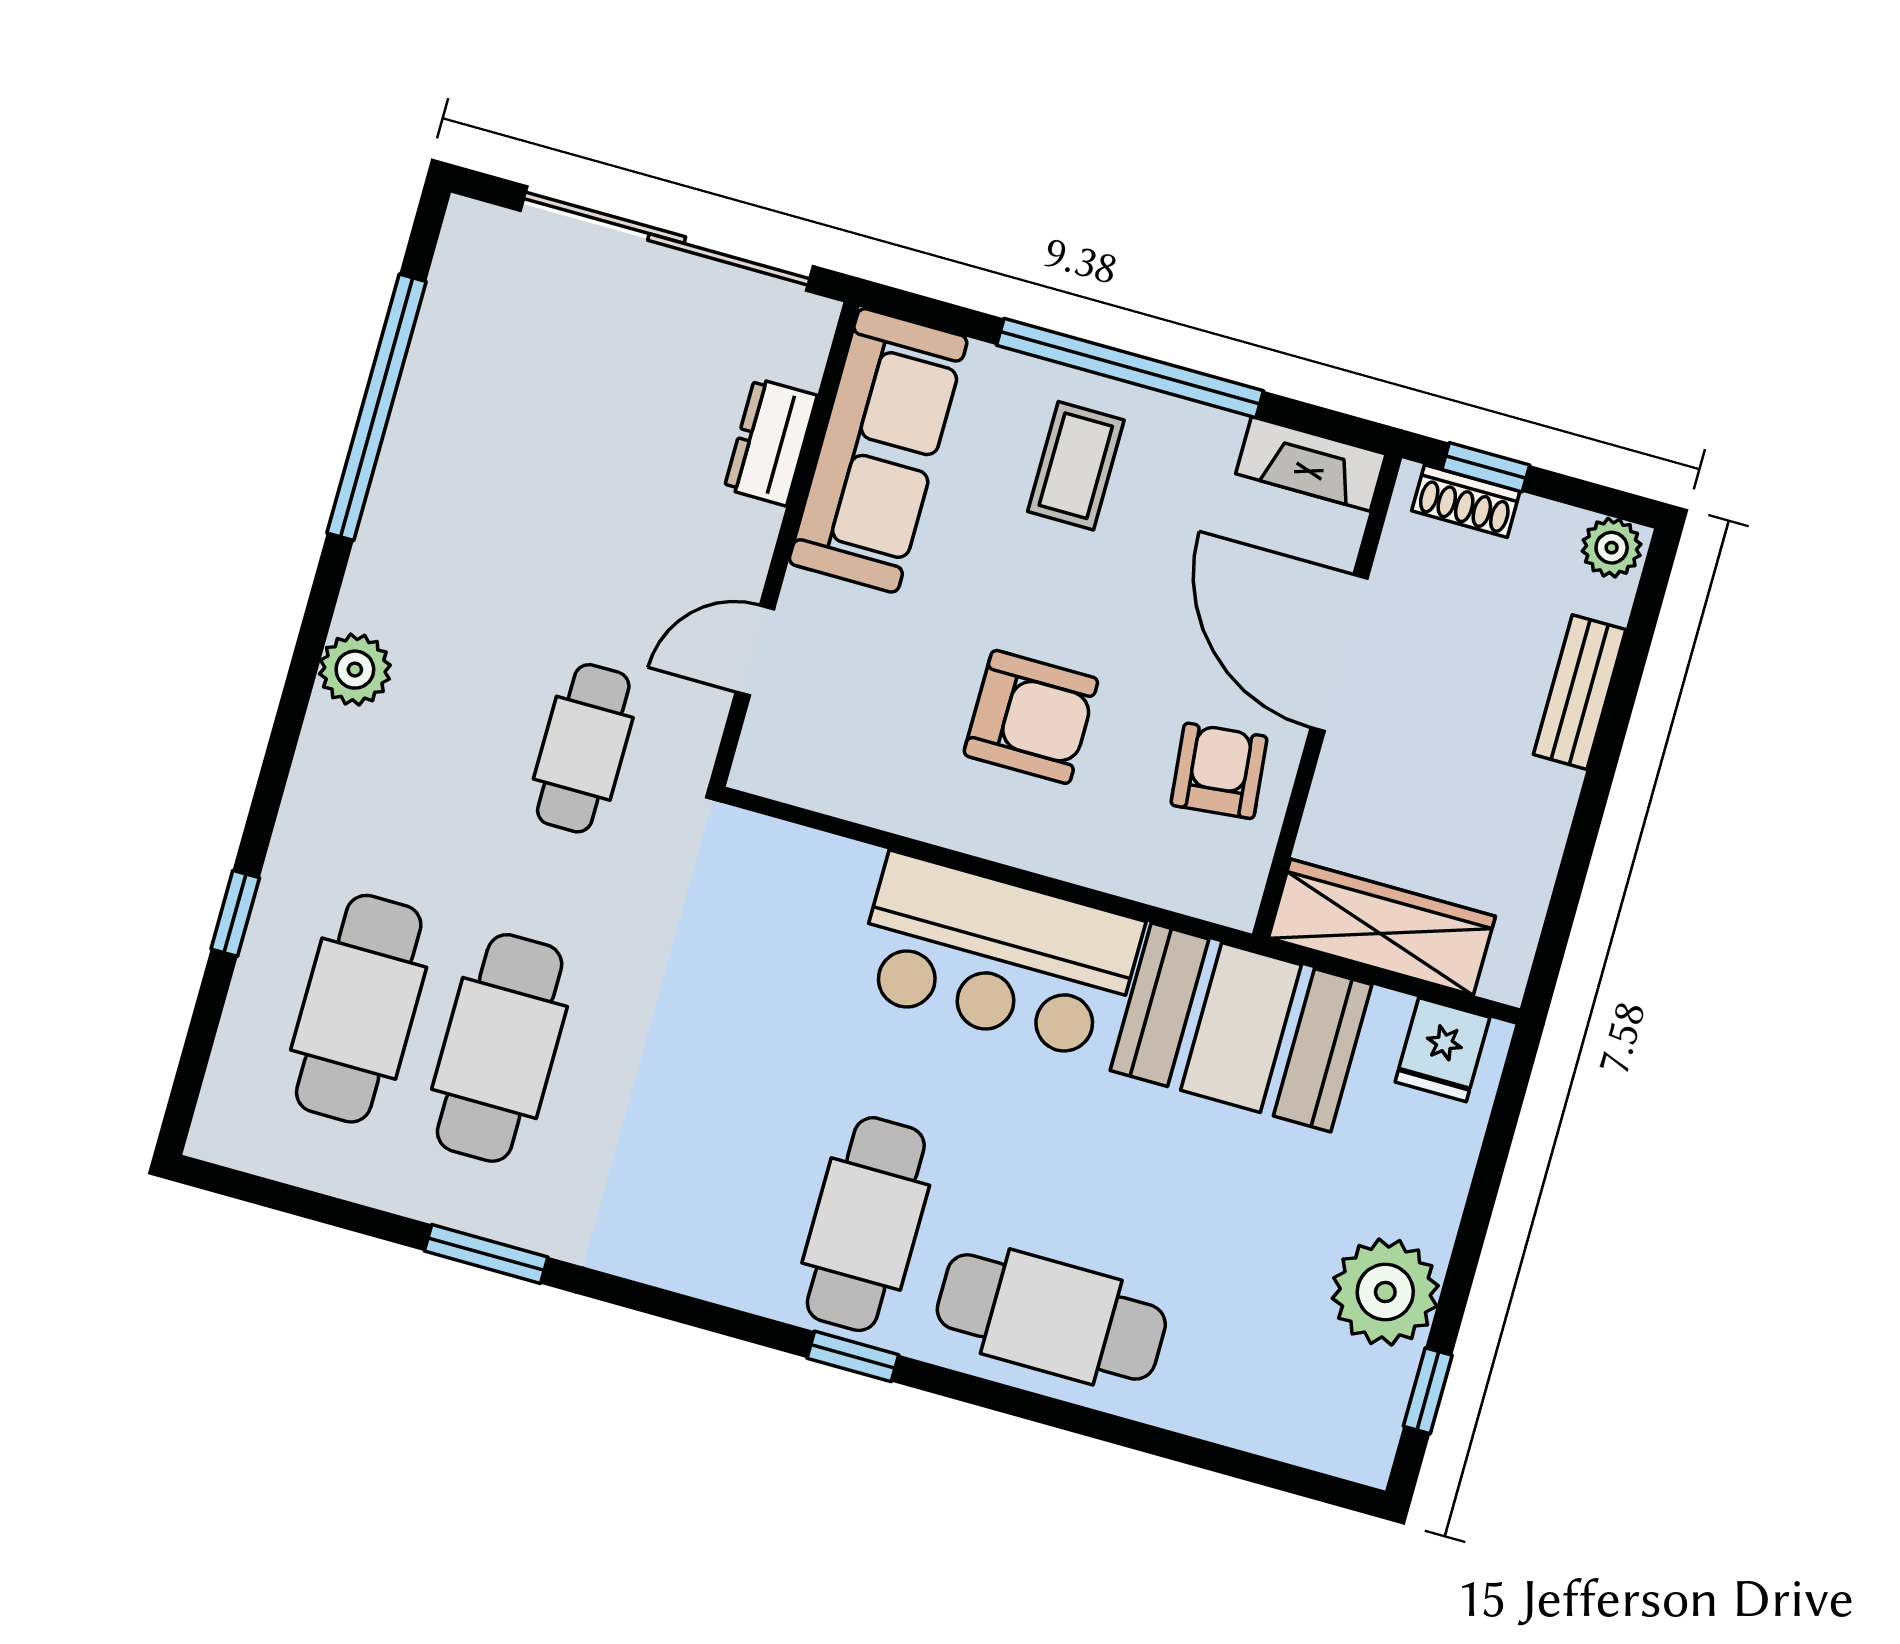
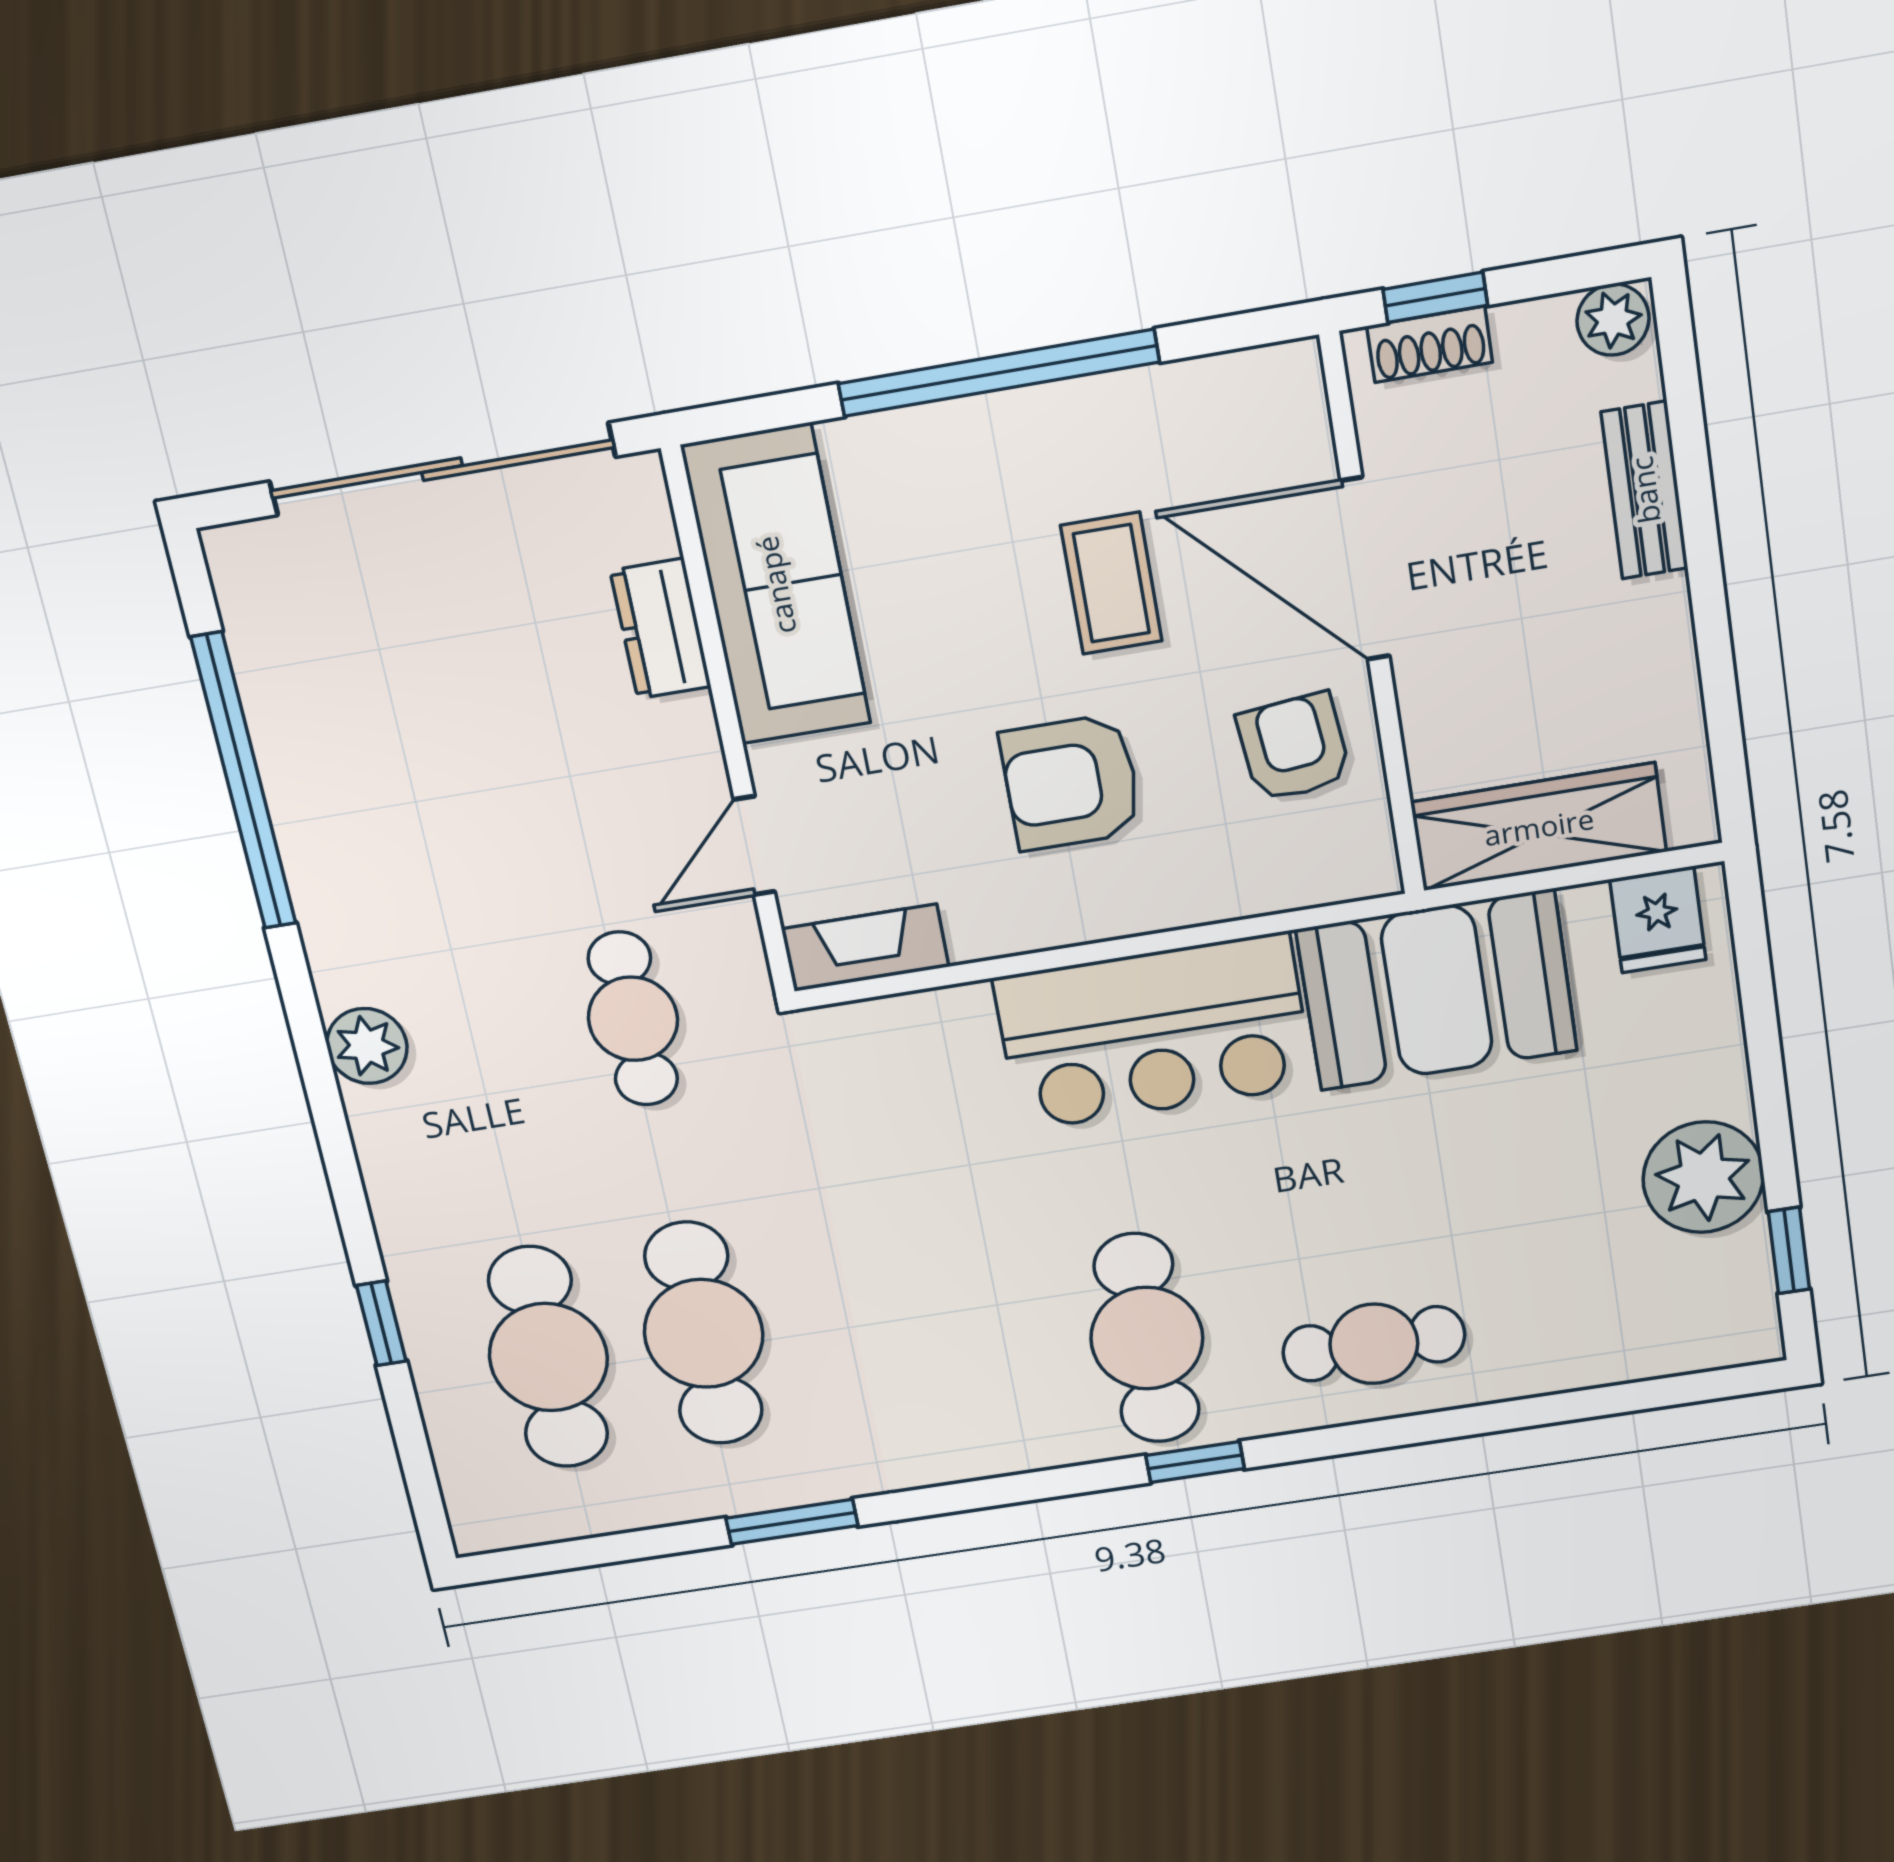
fireplace: (1311, 464) -> (865, 948), moved, turned 180
coffee table: (1076, 466) -> (1111, 583), moved
armchair: (1031, 717) -> (1071, 782), turned 180
cafe table: (1051, 1317) -> (1374, 1344), width x0.73, depth x0.74

